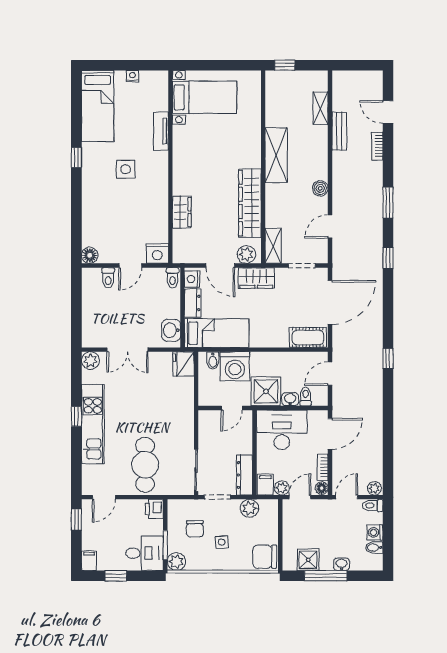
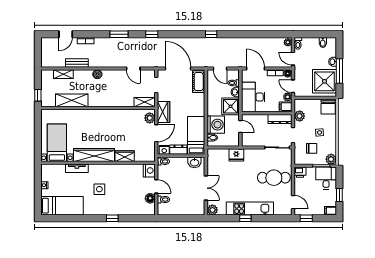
shelving: (276, 155) -> (72, 100), moved
window: (76, 157) -> (112, 218), moved
boiler: (320, 188) -> (97, 74), moved
wardrobe: (250, 203) -> (94, 155), moved, turned 180
floor lamp: (90, 255) -> (150, 198), moved
fridge: (184, 364) -> (236, 155), moved
washing machine: (375, 532) -> (314, 42), removed
shower: (308, 560) -> (324, 81), width x1.86, depth x1.86

